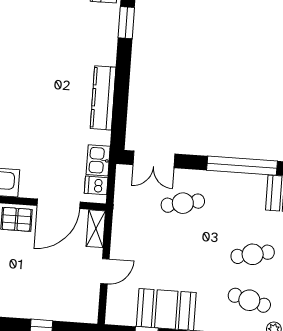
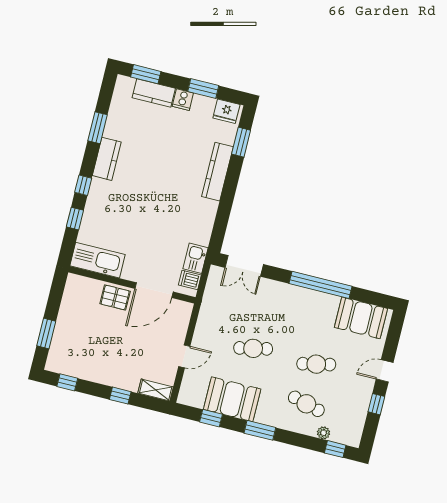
kitchen counter: (103, 98) -> (217, 172), moved
cafe table: (183, 203) -> (253, 348), moved
shelving: (96, 229) -> (156, 390), moved, turned 90

